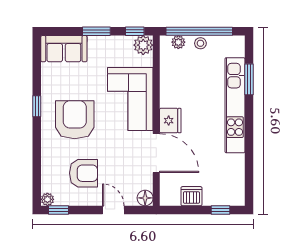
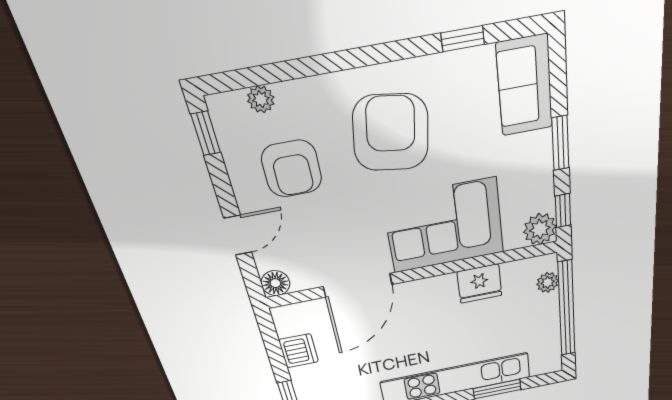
stool: (200, 43) -> (548, 314), removed
window: (37, 106) -> (463, 39), moved
armchair: (75, 120) -> (391, 133), turned -82
fridge: (170, 121) -> (480, 284), moved
plant: (47, 199) -> (261, 99), moved

